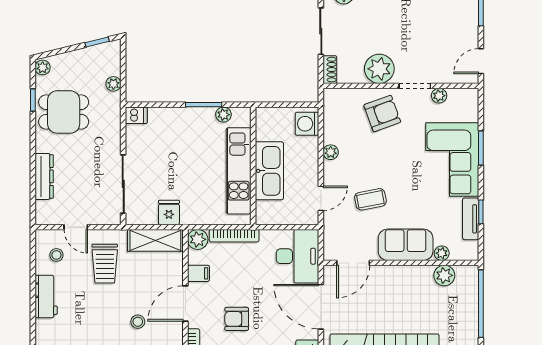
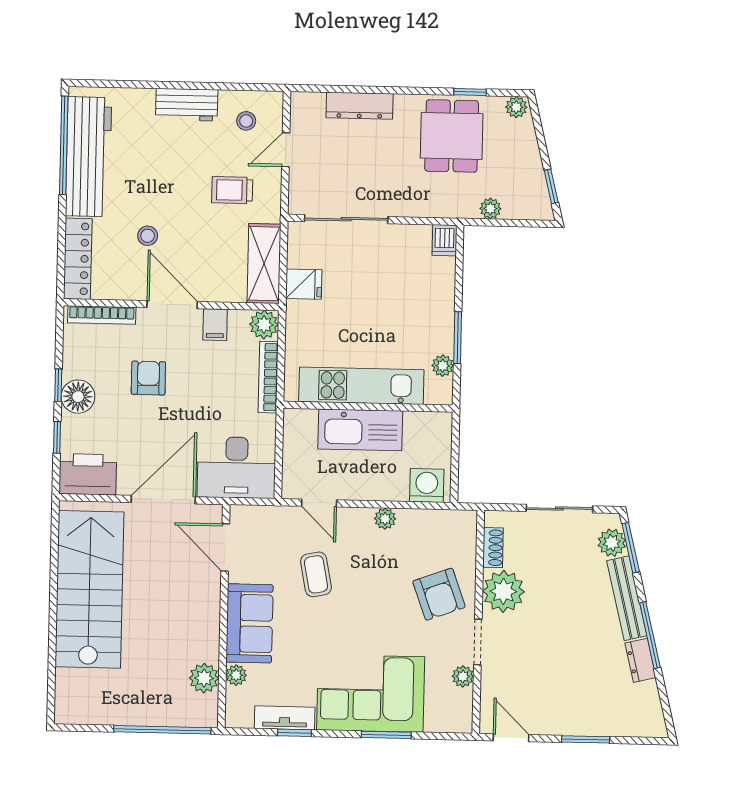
shoe rack: (330, 70) -> (493, 548), moved, turned -90
trolley: (105, 264) -> (232, 190), width x0.73, depth x0.72

